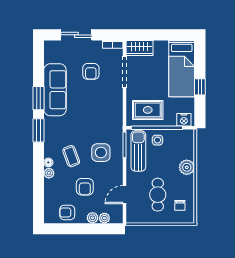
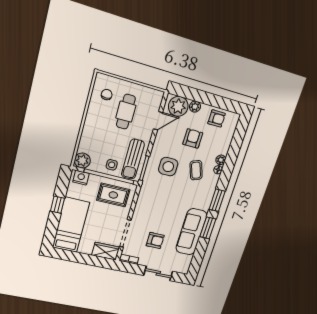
armchair: (91, 71) -> (155, 240), turned 90
plant: (187, 167) -> (82, 161), moved
plant: (104, 218) -> (178, 106), width x1.87, depth x1.87

